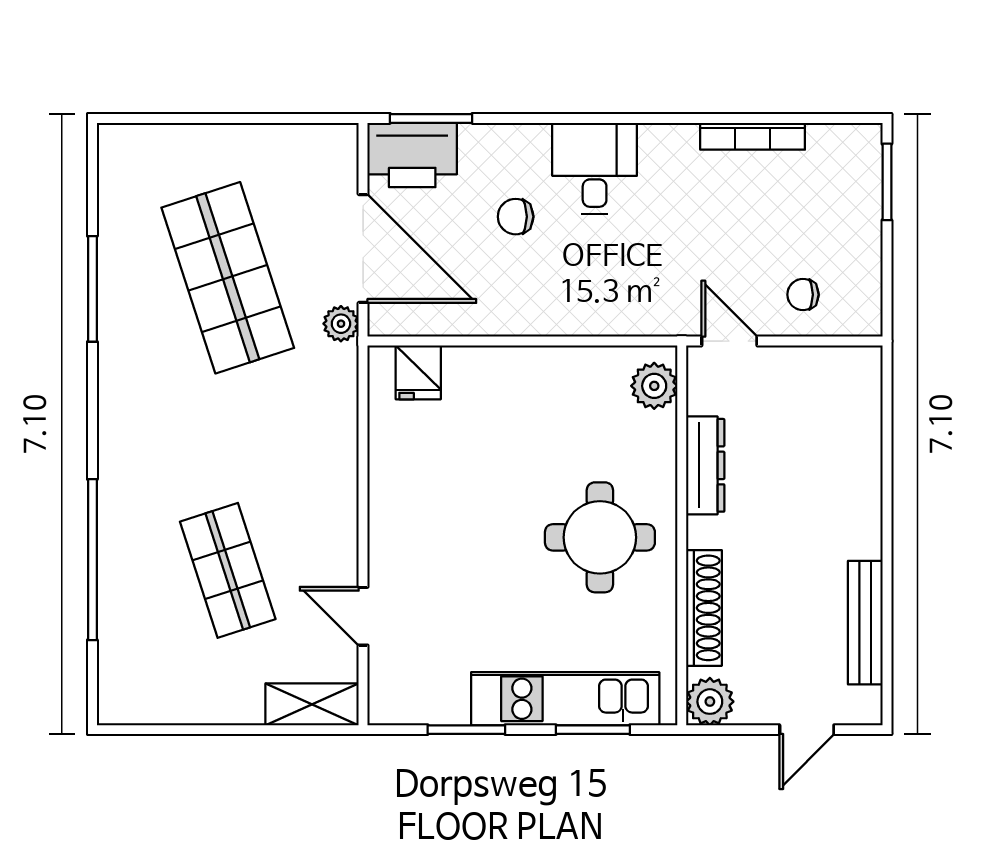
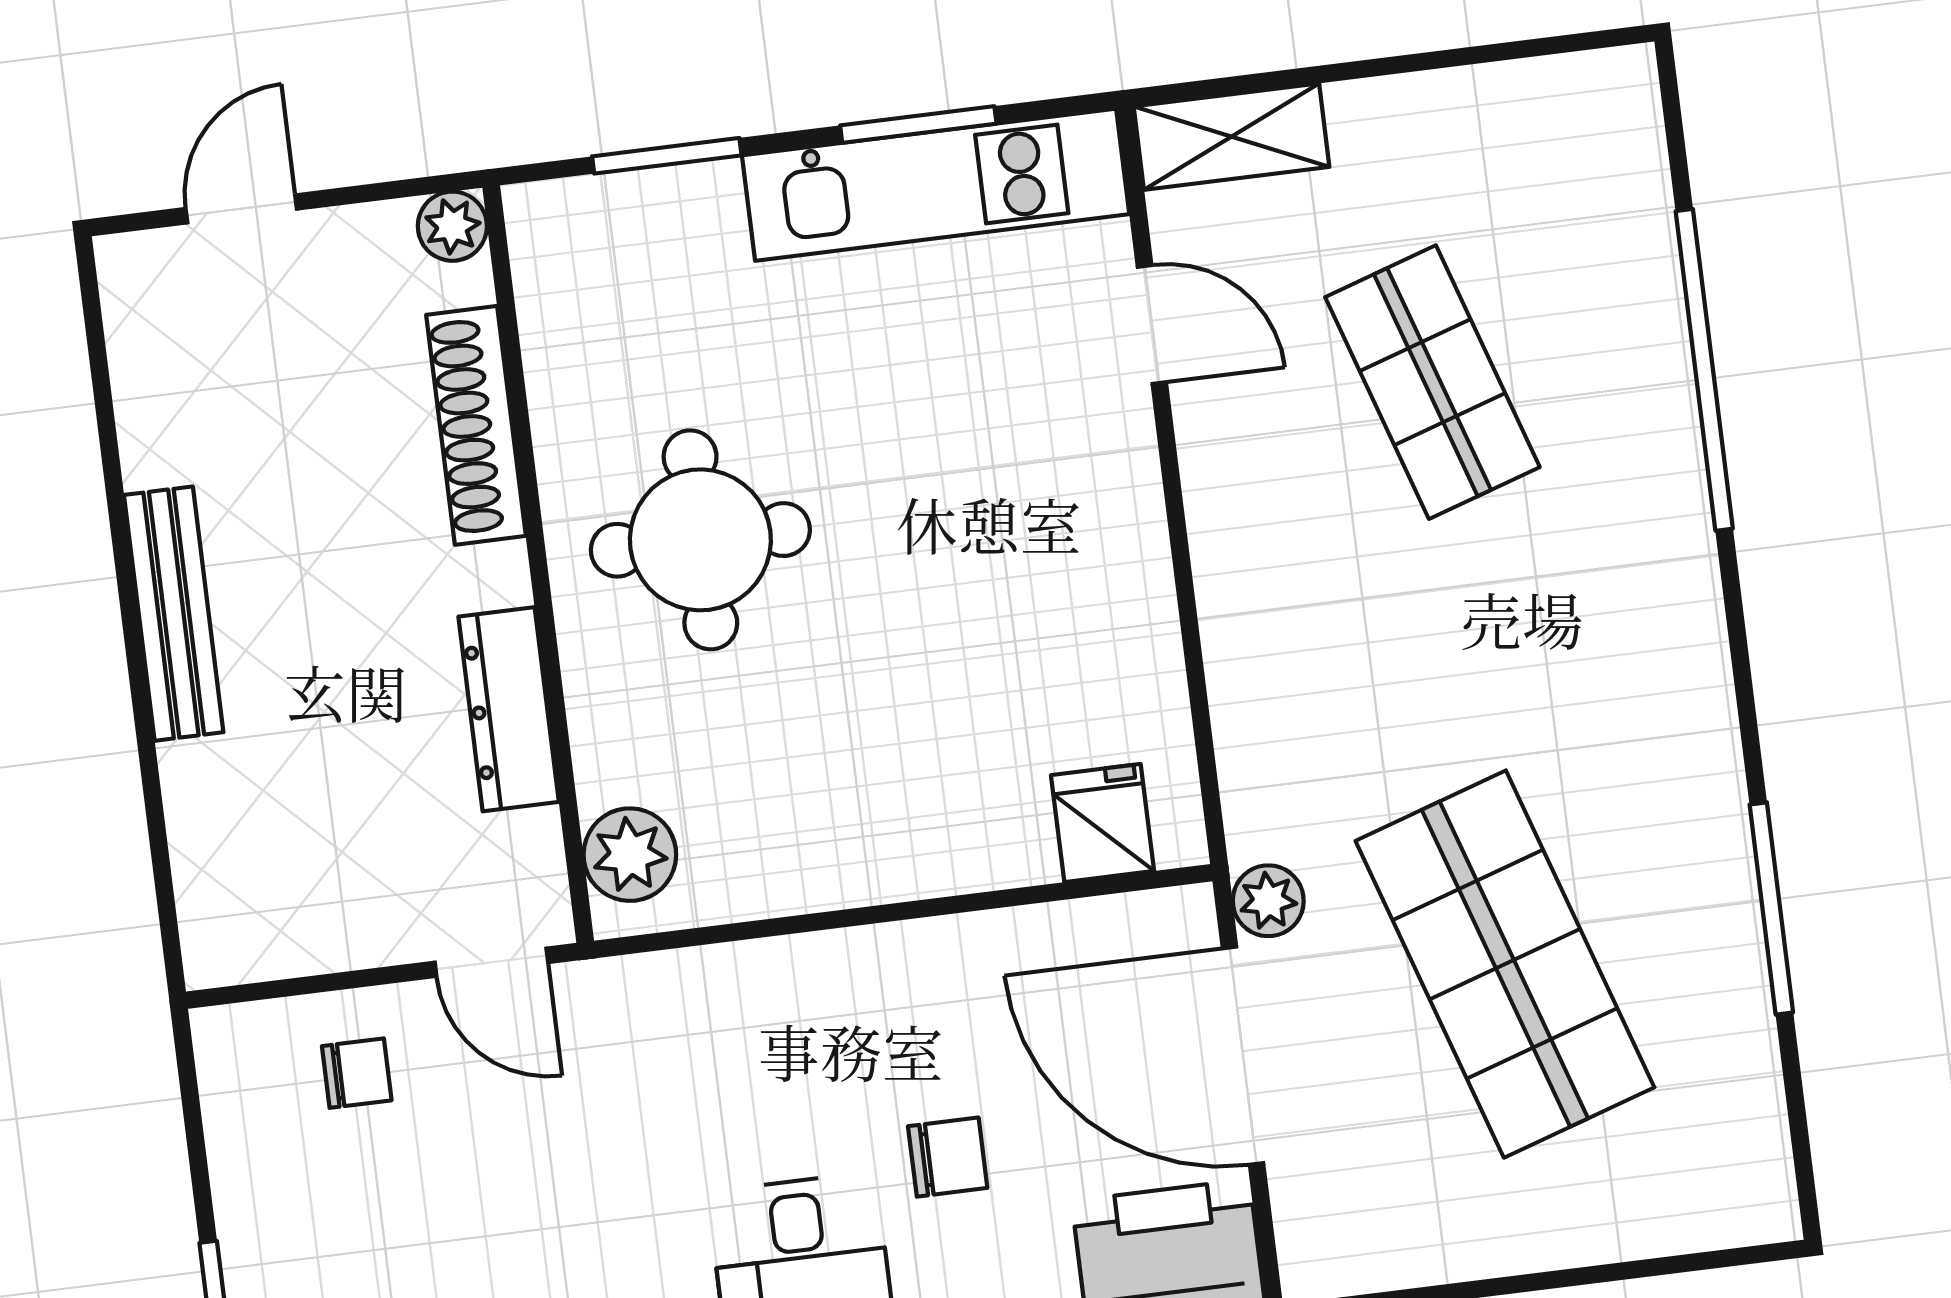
bench: (865, 623) -> (174, 614), moved
kitchen unit: (565, 699) -> (936, 185), moved
plant: (710, 702) -> (452, 226), width x0.73, depth x0.73

